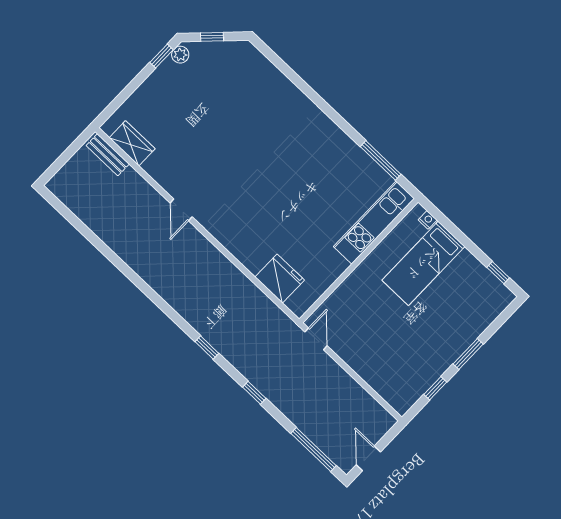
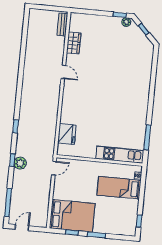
wardrobe: (132, 143) -> (74, 43), moved
door: (181, 210) -> (63, 72), swing flipped
bed: (410, 368) -> (72, 216), added
plant: (268, 384) -> (20, 163), added

